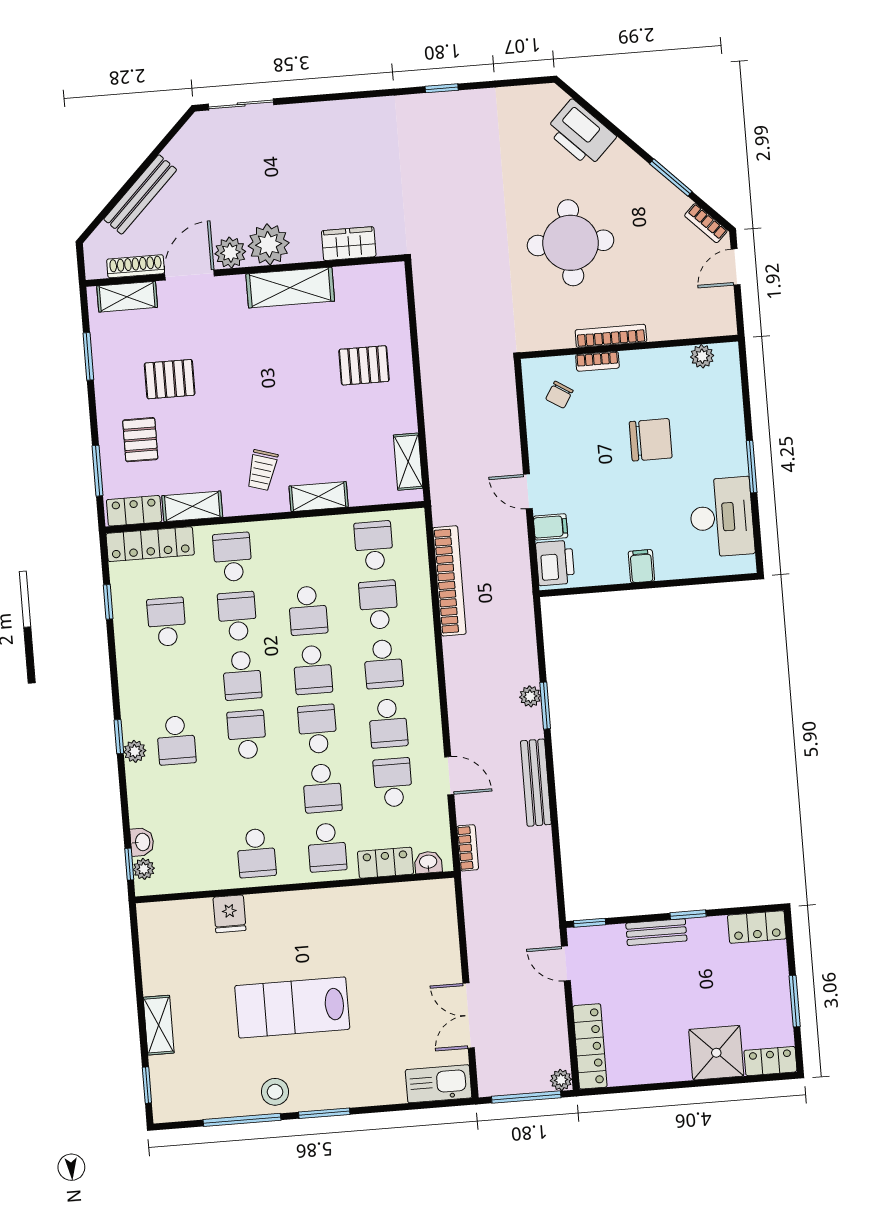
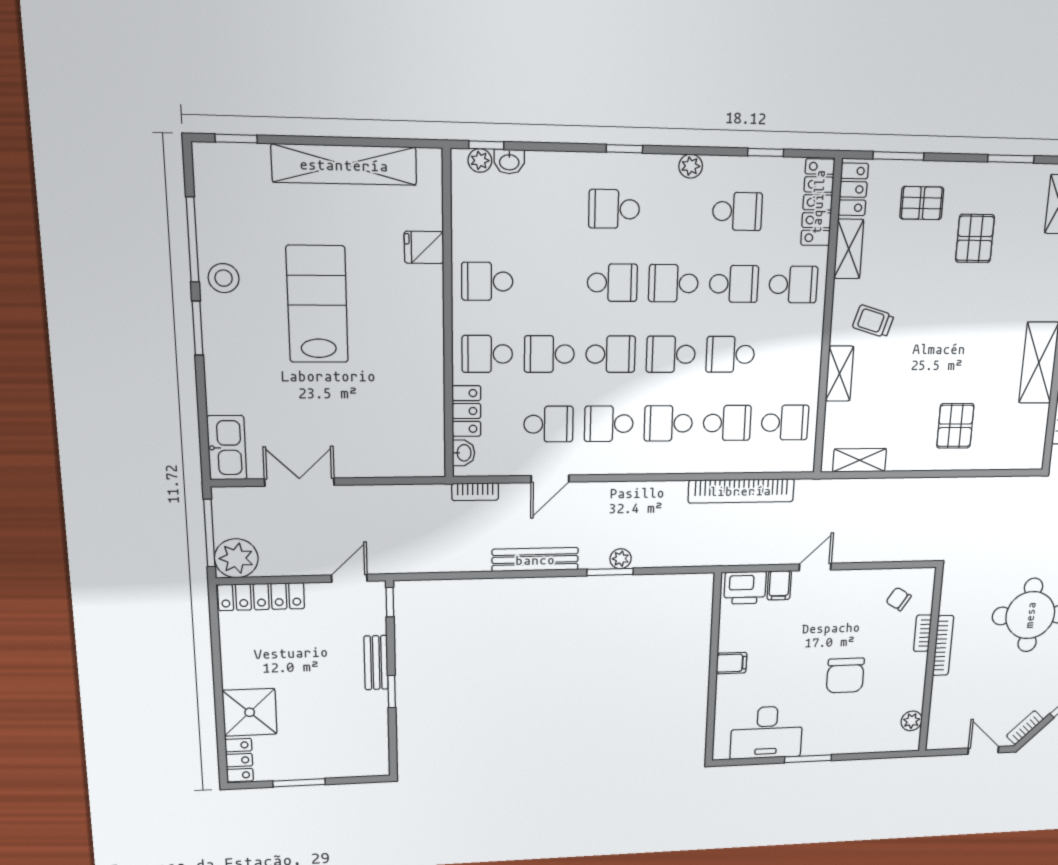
plant: (135, 751) -> (691, 166), moved
locker: (757, 927) -> (375, 752), removed
shelving: (159, 1025) -> (344, 165), width x2.20, depth x1.33
plant: (561, 1080) -> (236, 558), width x1.88, depth x1.88

